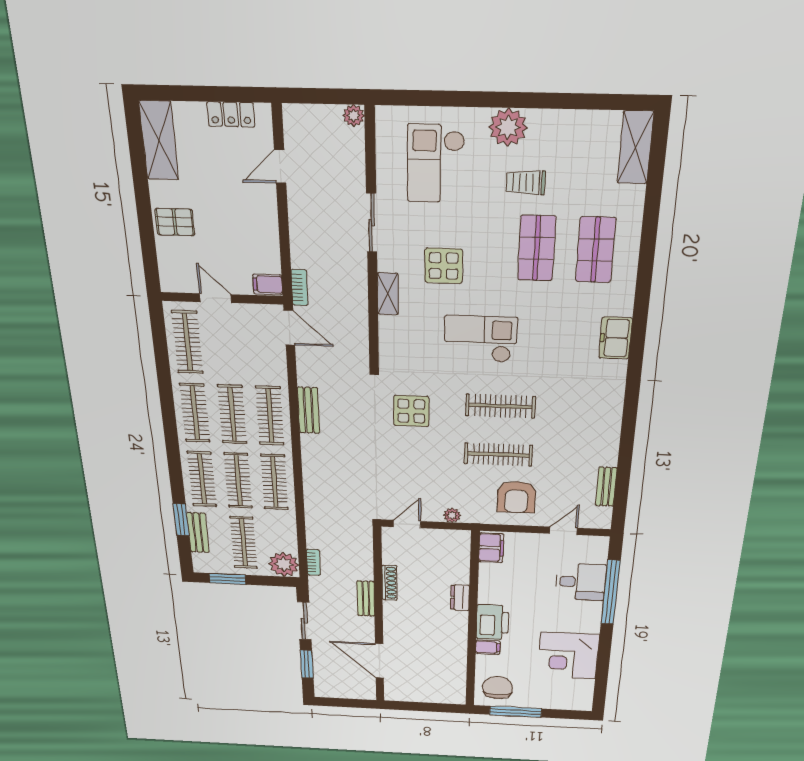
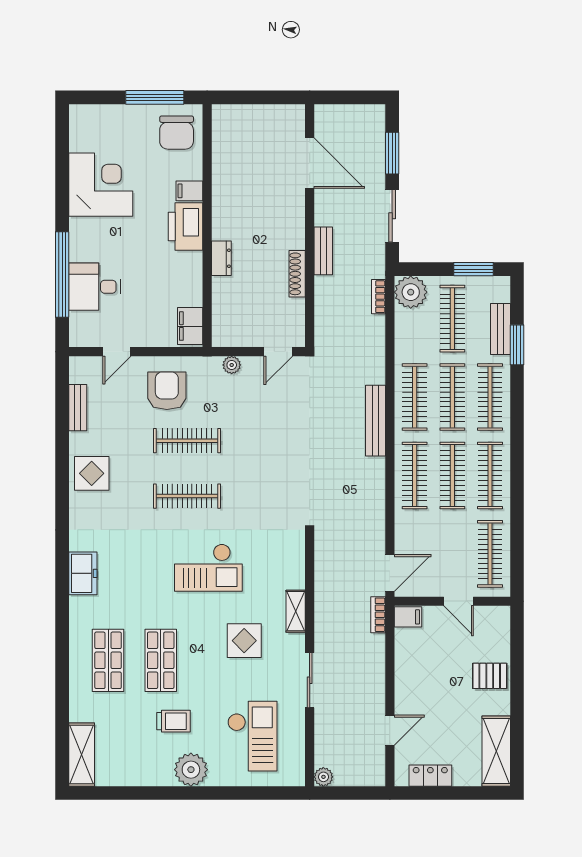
door: (289, 328) -> (390, 573), swing flipped
bench: (309, 410) -> (375, 421), moved, width x1.36
display table: (411, 411) -> (92, 473), moved

